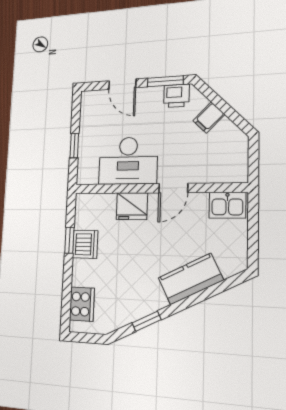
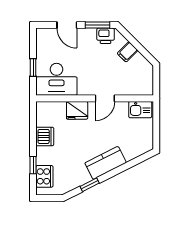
desk: (128, 161) -> (56, 79), moved
window: (69, 240) -> (33, 165), moved
kitchen counter: (191, 279) -> (106, 163), moved

